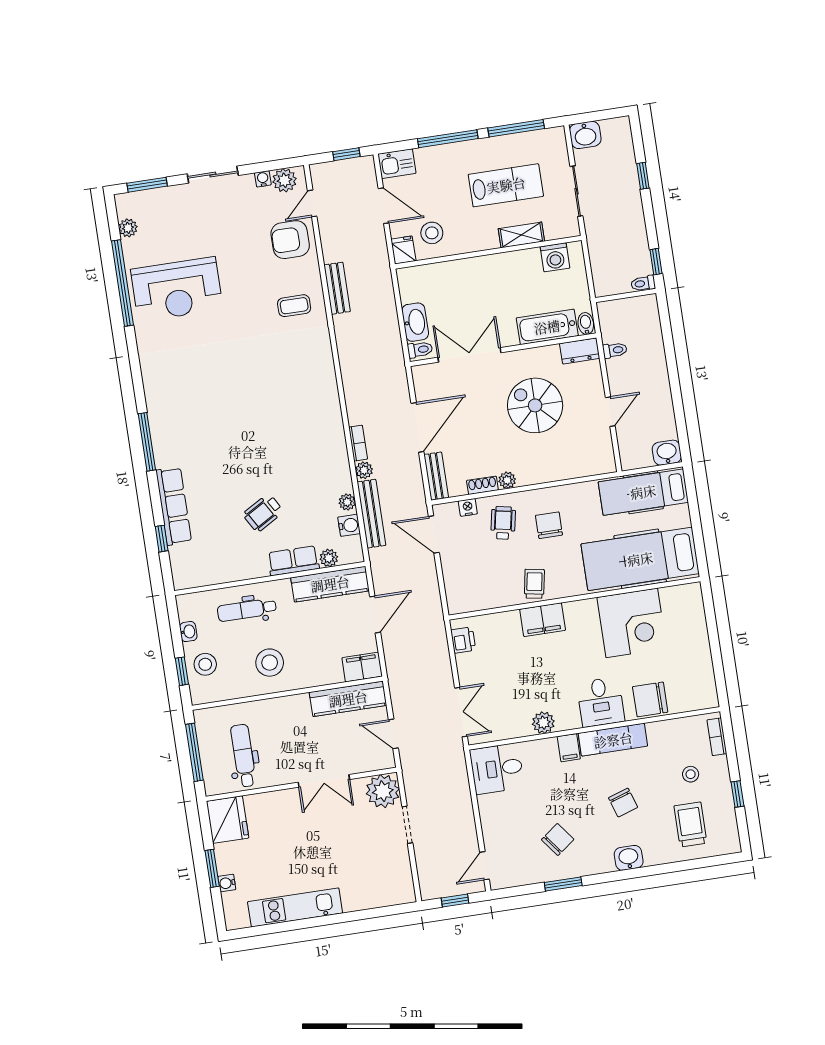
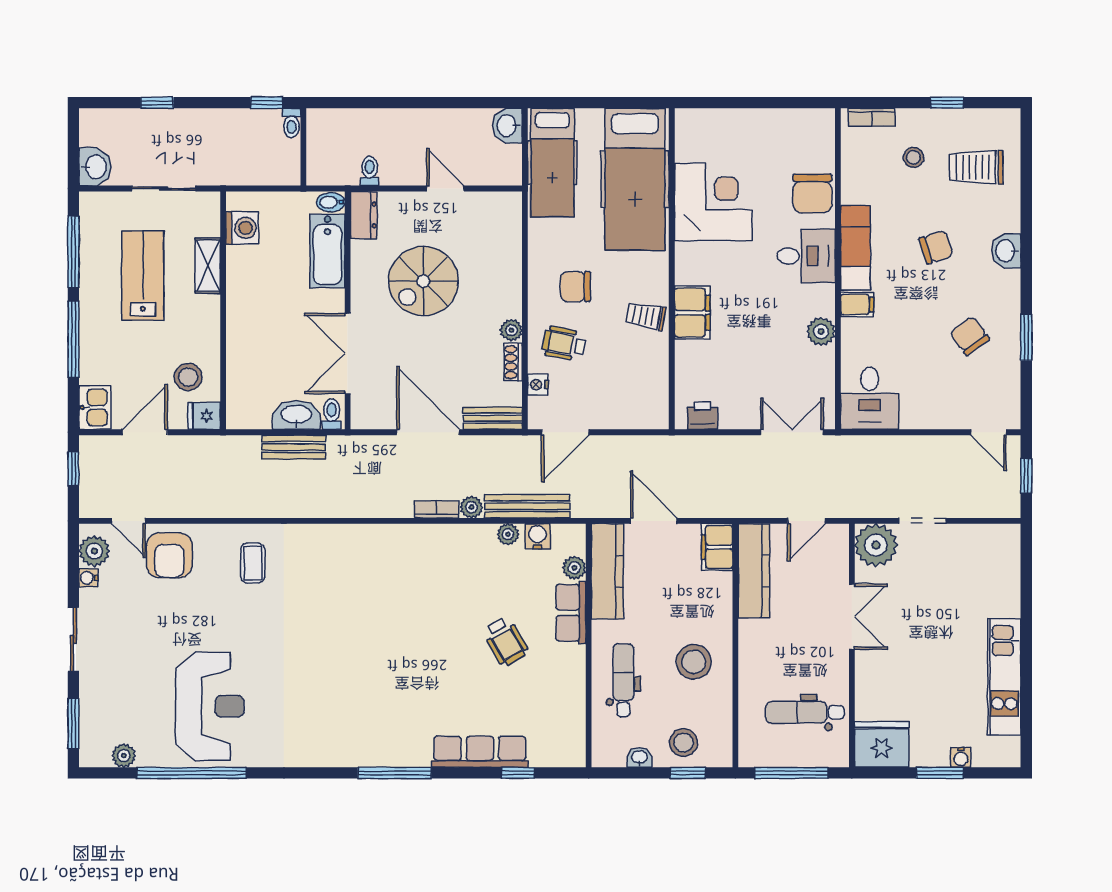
bench: (337, 288) -> (294, 447), moved
dental chair: (247, 610) -> (623, 680), turned 180

